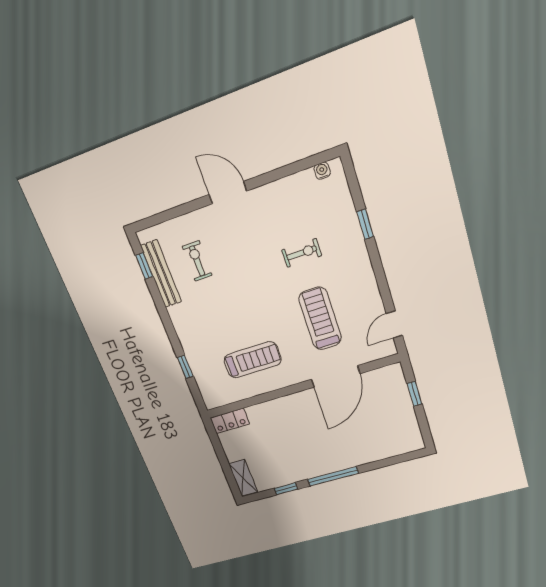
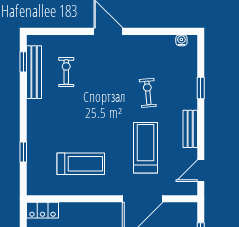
exercise bike: (302, 253) -> (148, 93), turned -95
bench: (367, 279) -> (190, 129), added

